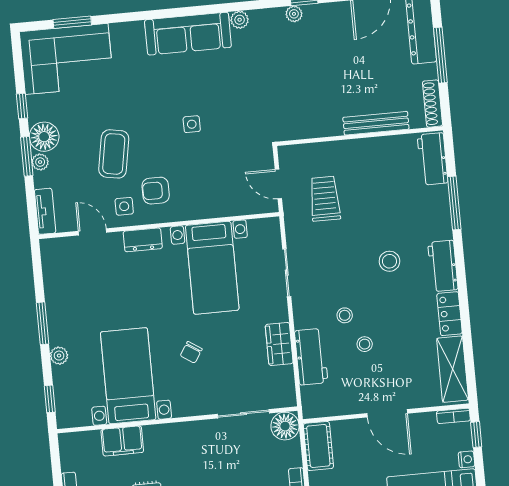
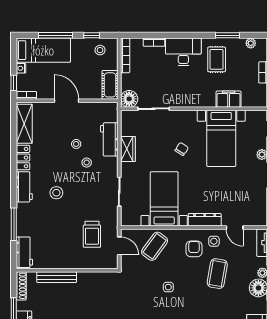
coffee table: (221, 189) -> (155, 246), added
armchair: (156, 191) -> (194, 249), turned -90
dresser: (143, 240) -> (205, 220), width x1.44

